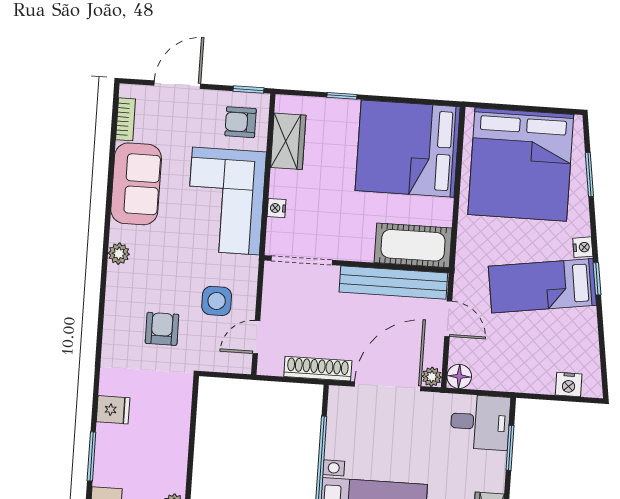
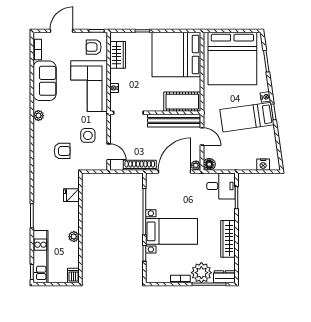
armchair: (162, 329) -> (62, 151), turned 90
door: (256, 337) -> (109, 152), swing flipped
fridge: (113, 410) -> (71, 195), moved, turned 180

